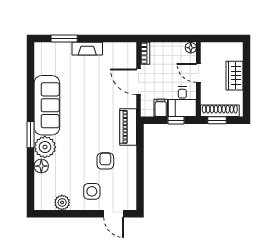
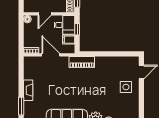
door: (139, 82) -> (51, 55), swing flipped
armchair: (105, 161) -> (105, 78), removed
plant: (62, 202) -> (134, 107), removed

